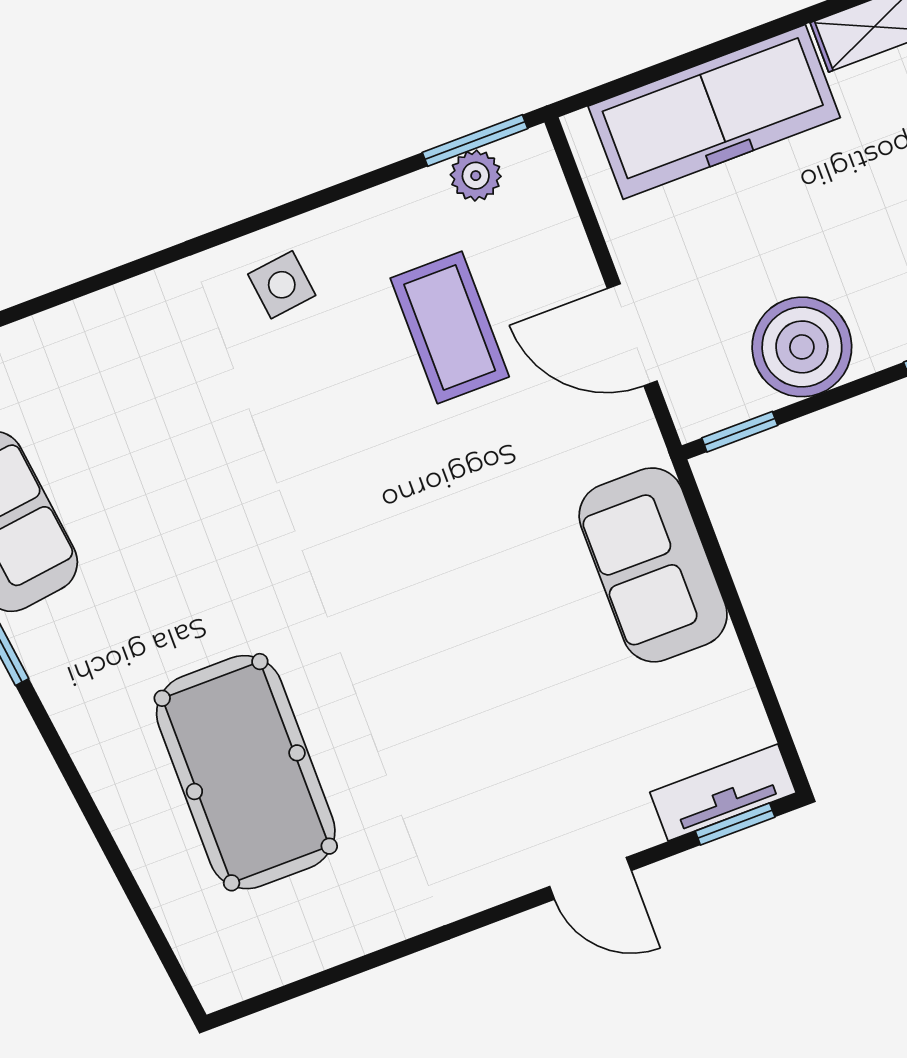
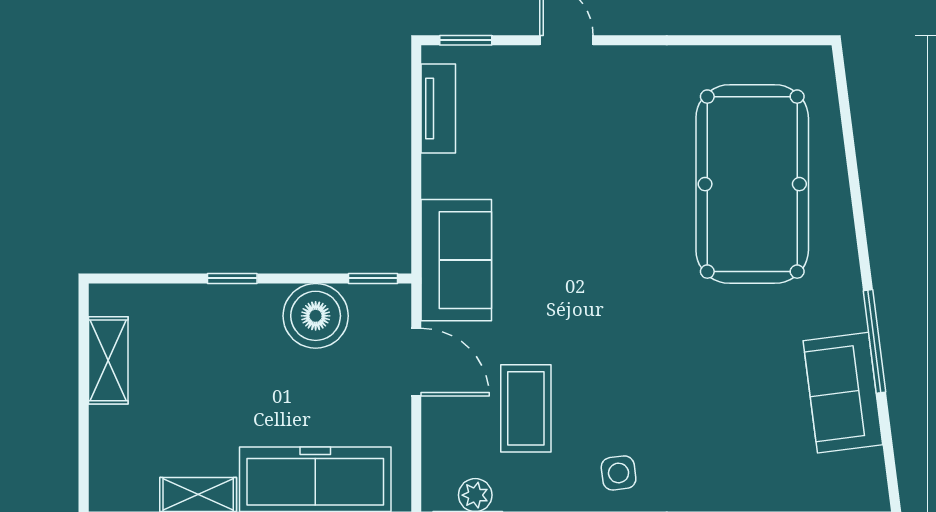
sofa: (653, 565) -> (456, 260), moved
pool table: (246, 772) -> (752, 184), width x1.36, depth x1.32
tv unit: (723, 793) -> (438, 108), moved, turned -90

